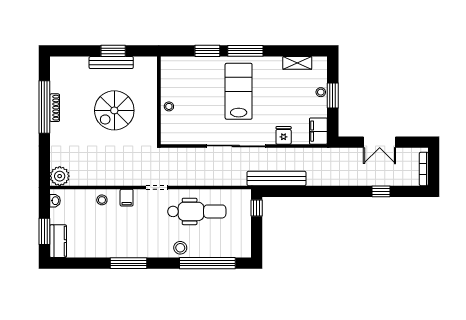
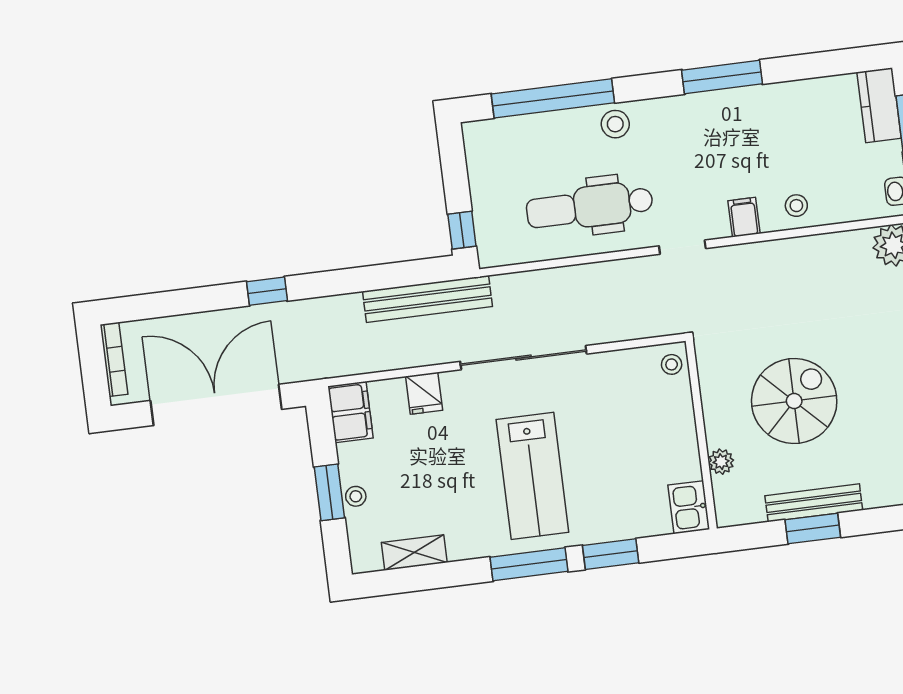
kitchen sink: (169, 68) -> (689, 507), added
plant: (151, 87) -> (721, 462), added
stool: (169, 106) -> (672, 364), moved
double door: (380, 142) -> (216, 405), width x1.87
window: (381, 191) -> (267, 291), moved

